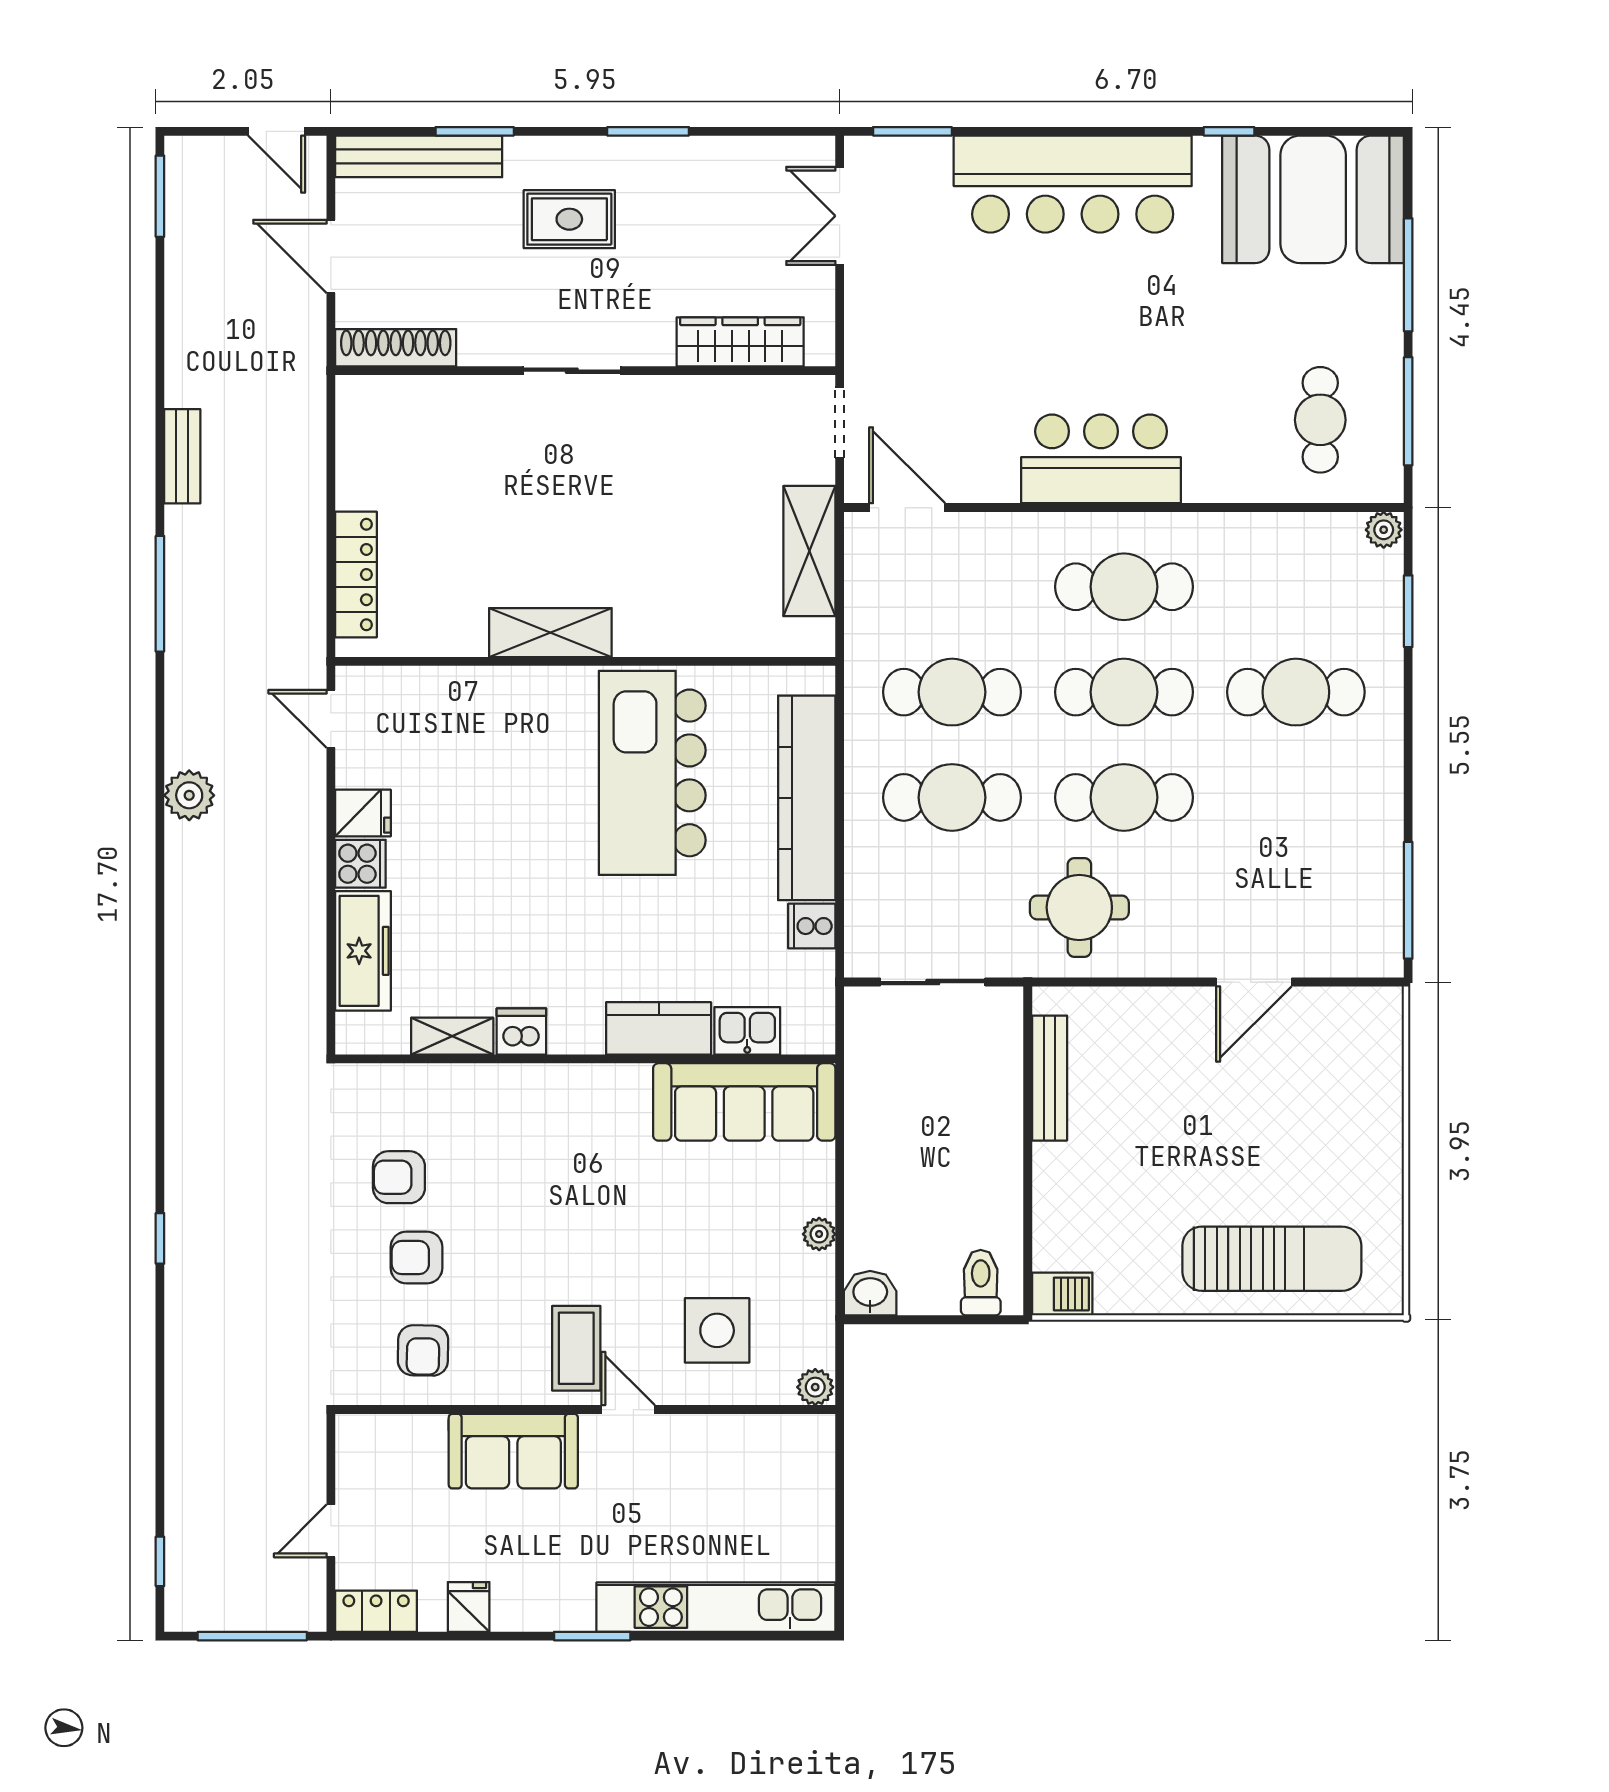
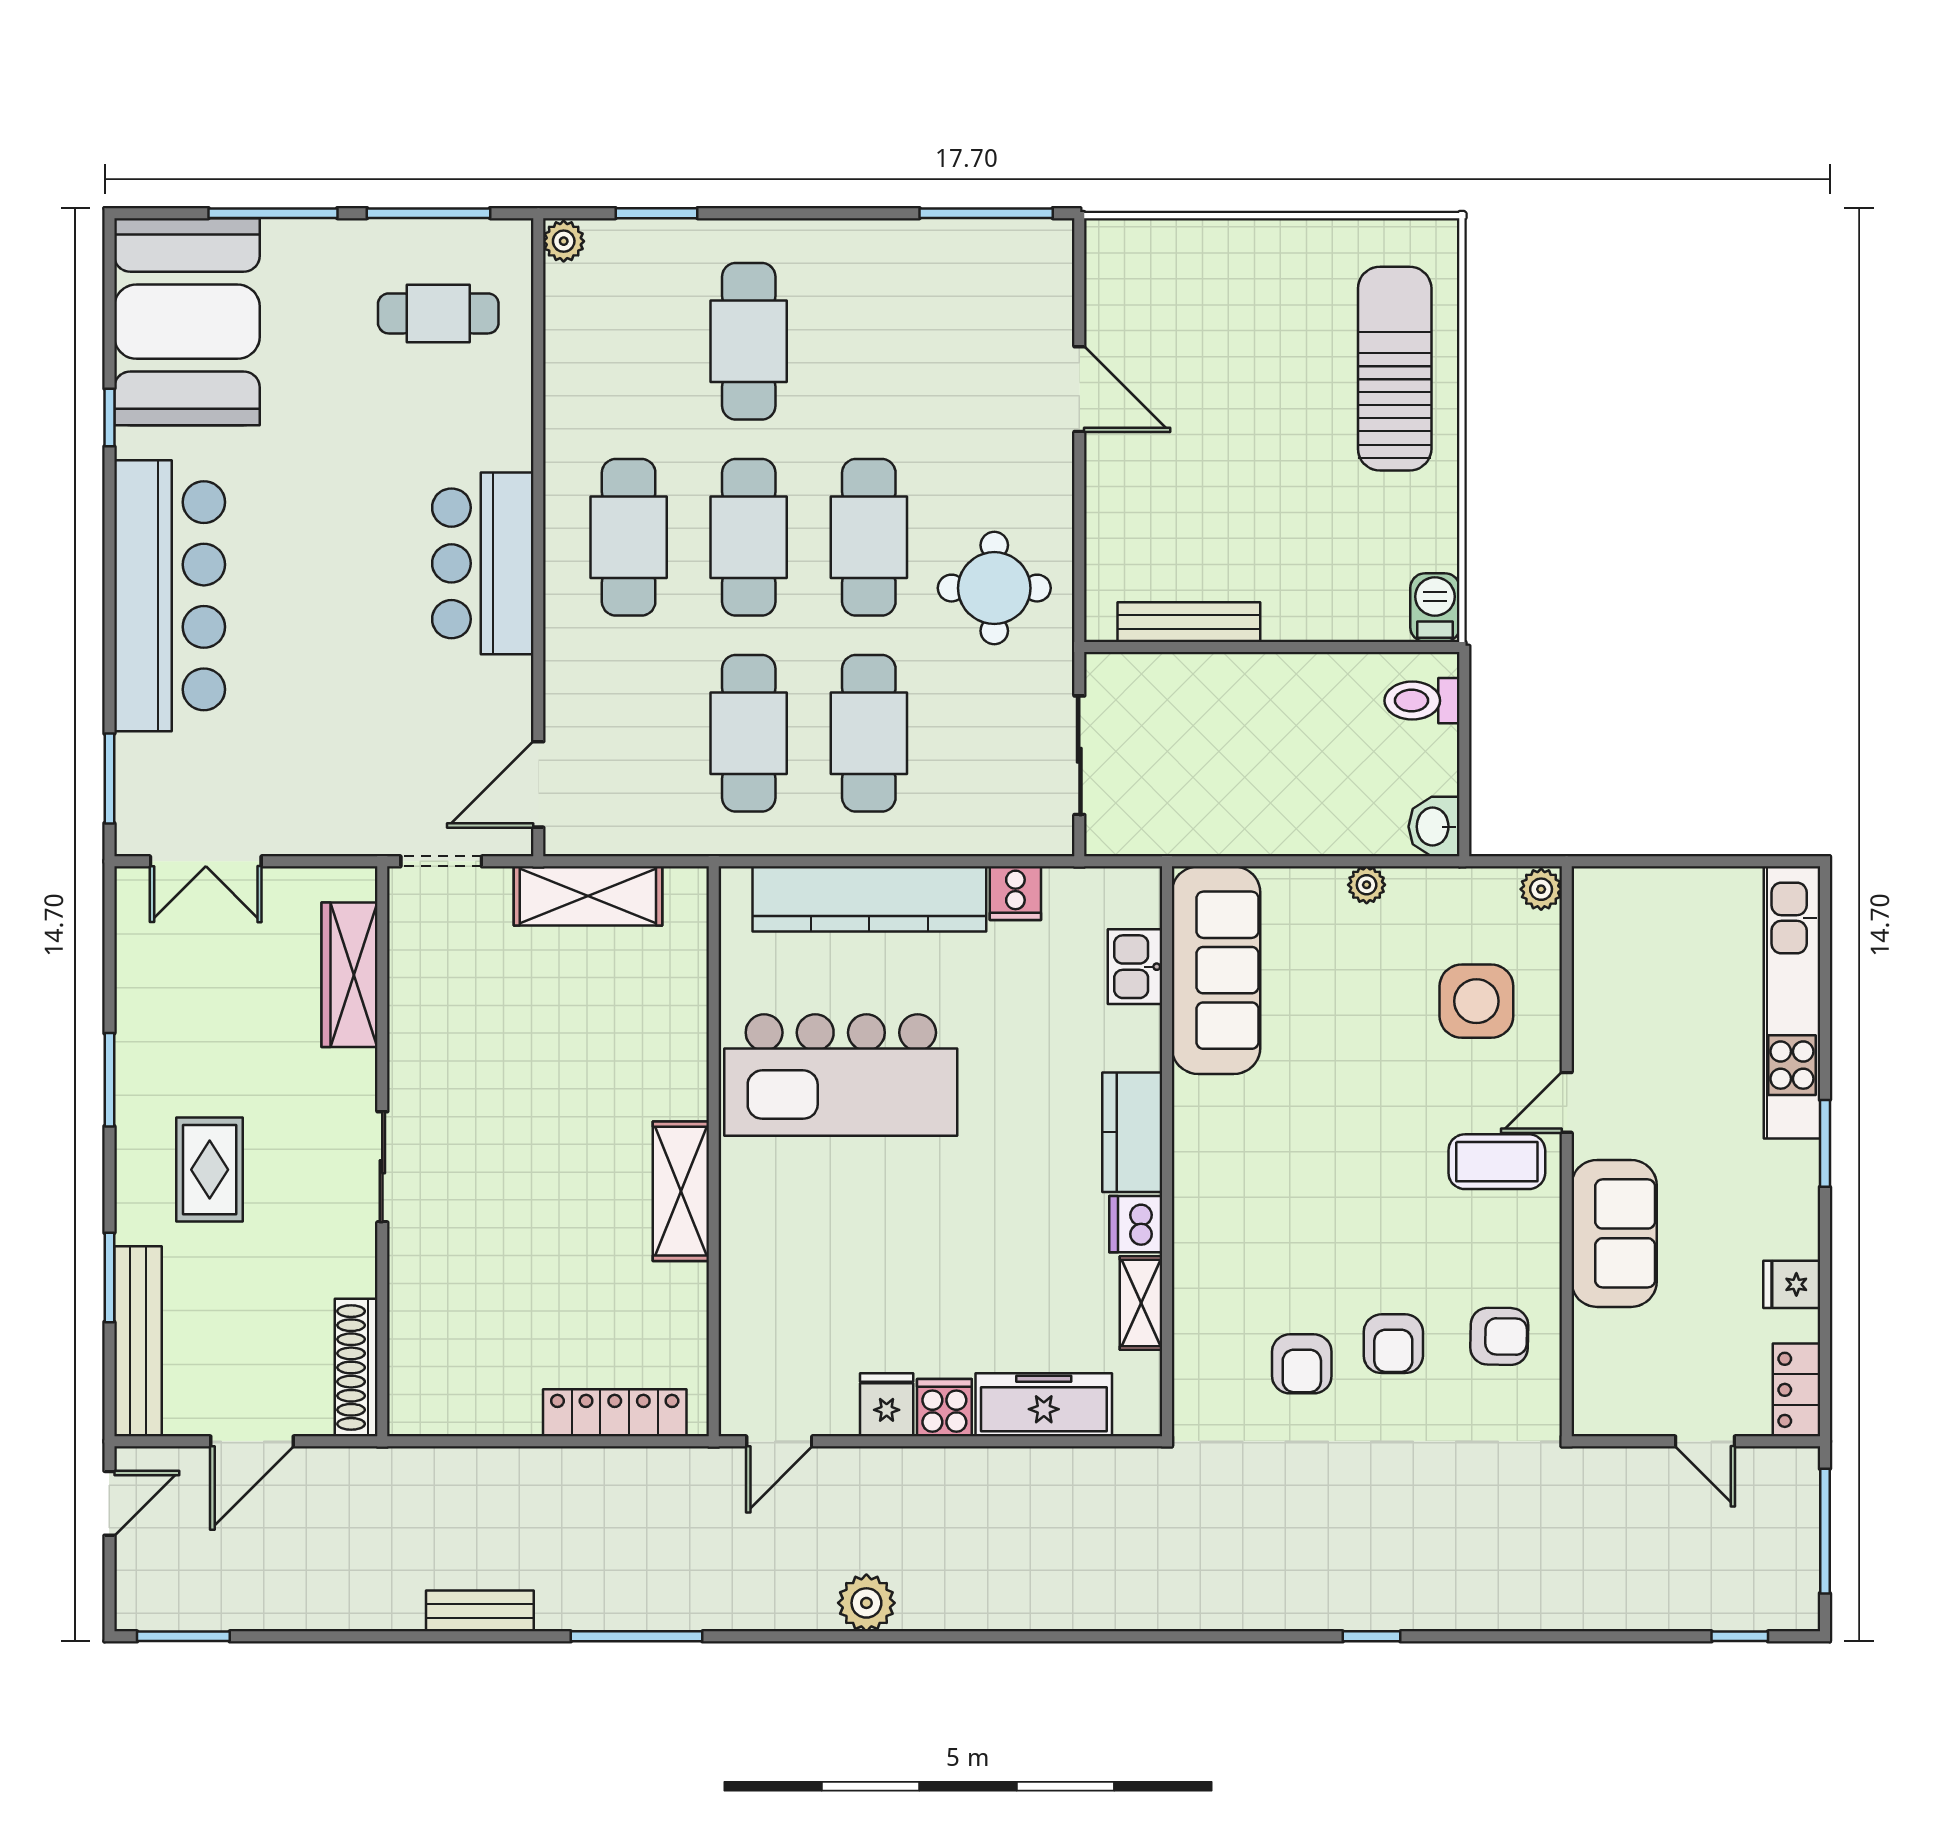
kitchen counter: (659, 1028) -> (1132, 1132), moved

